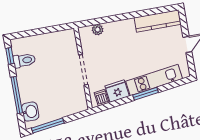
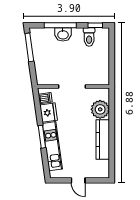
kitchen counter: (158, 21) -> (103, 139), moved
plant: (98, 30) -> (100, 109), width x1.88, depth x1.88
washbasin: (30, 112) -> (63, 34), moved

